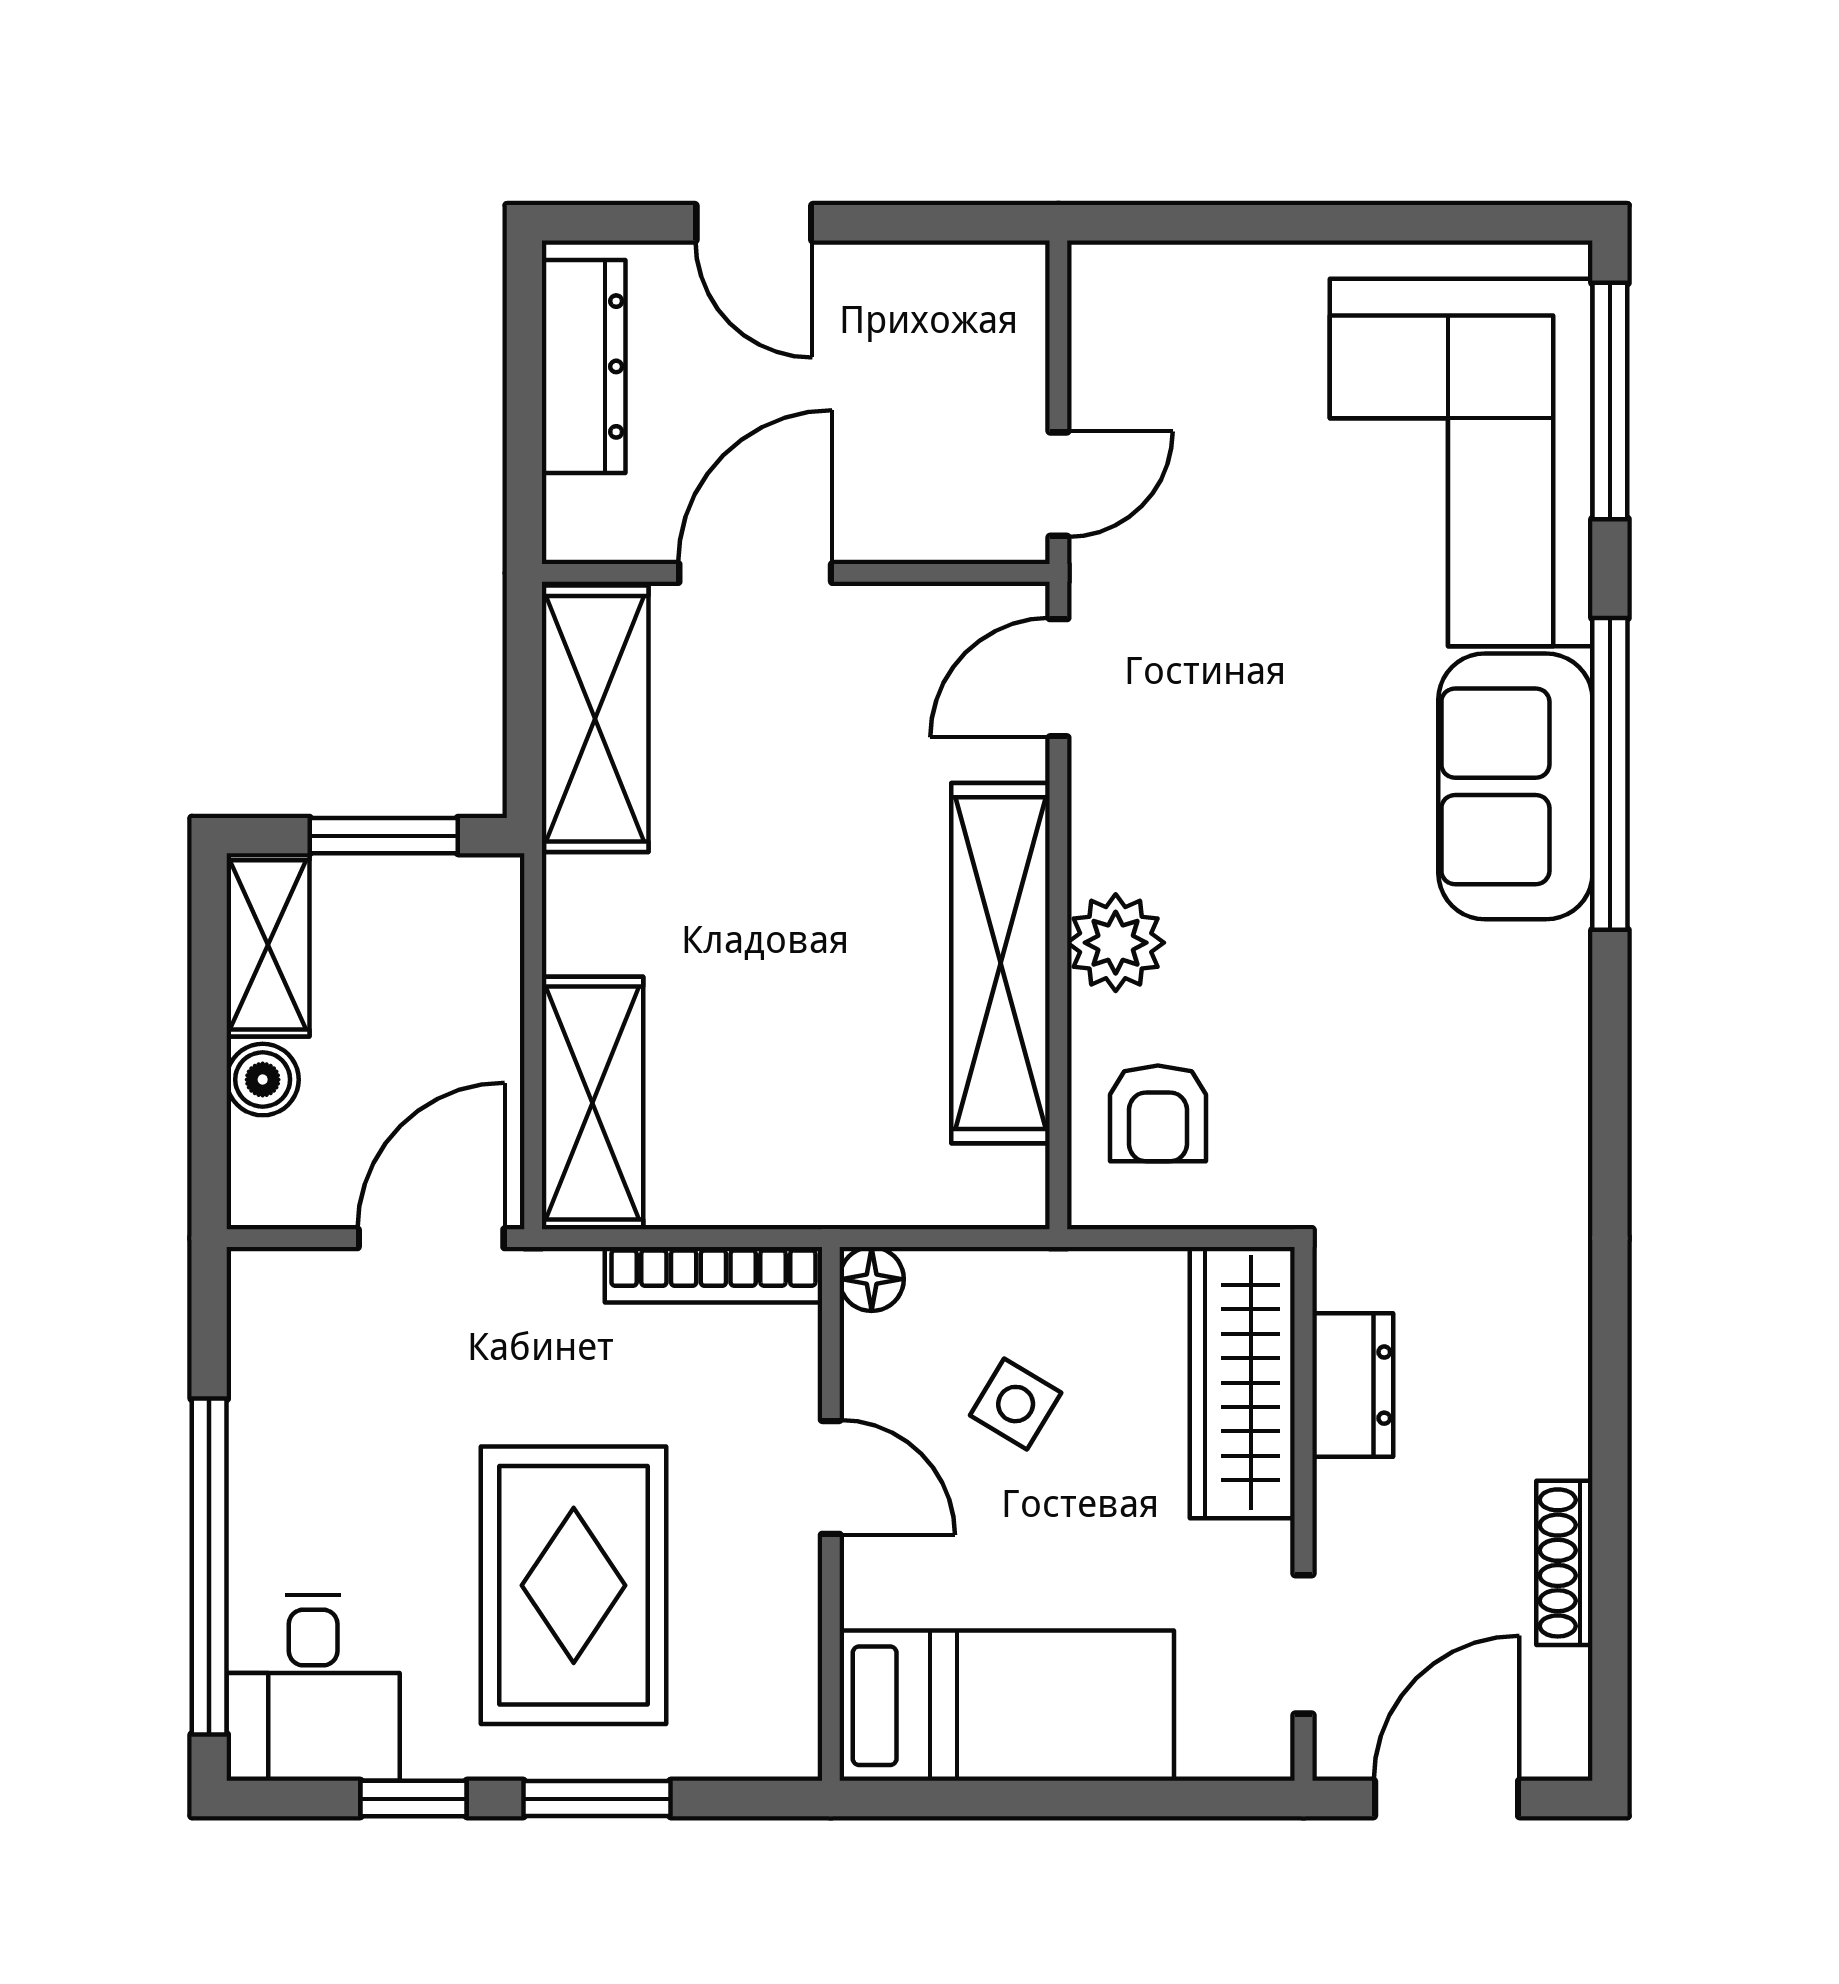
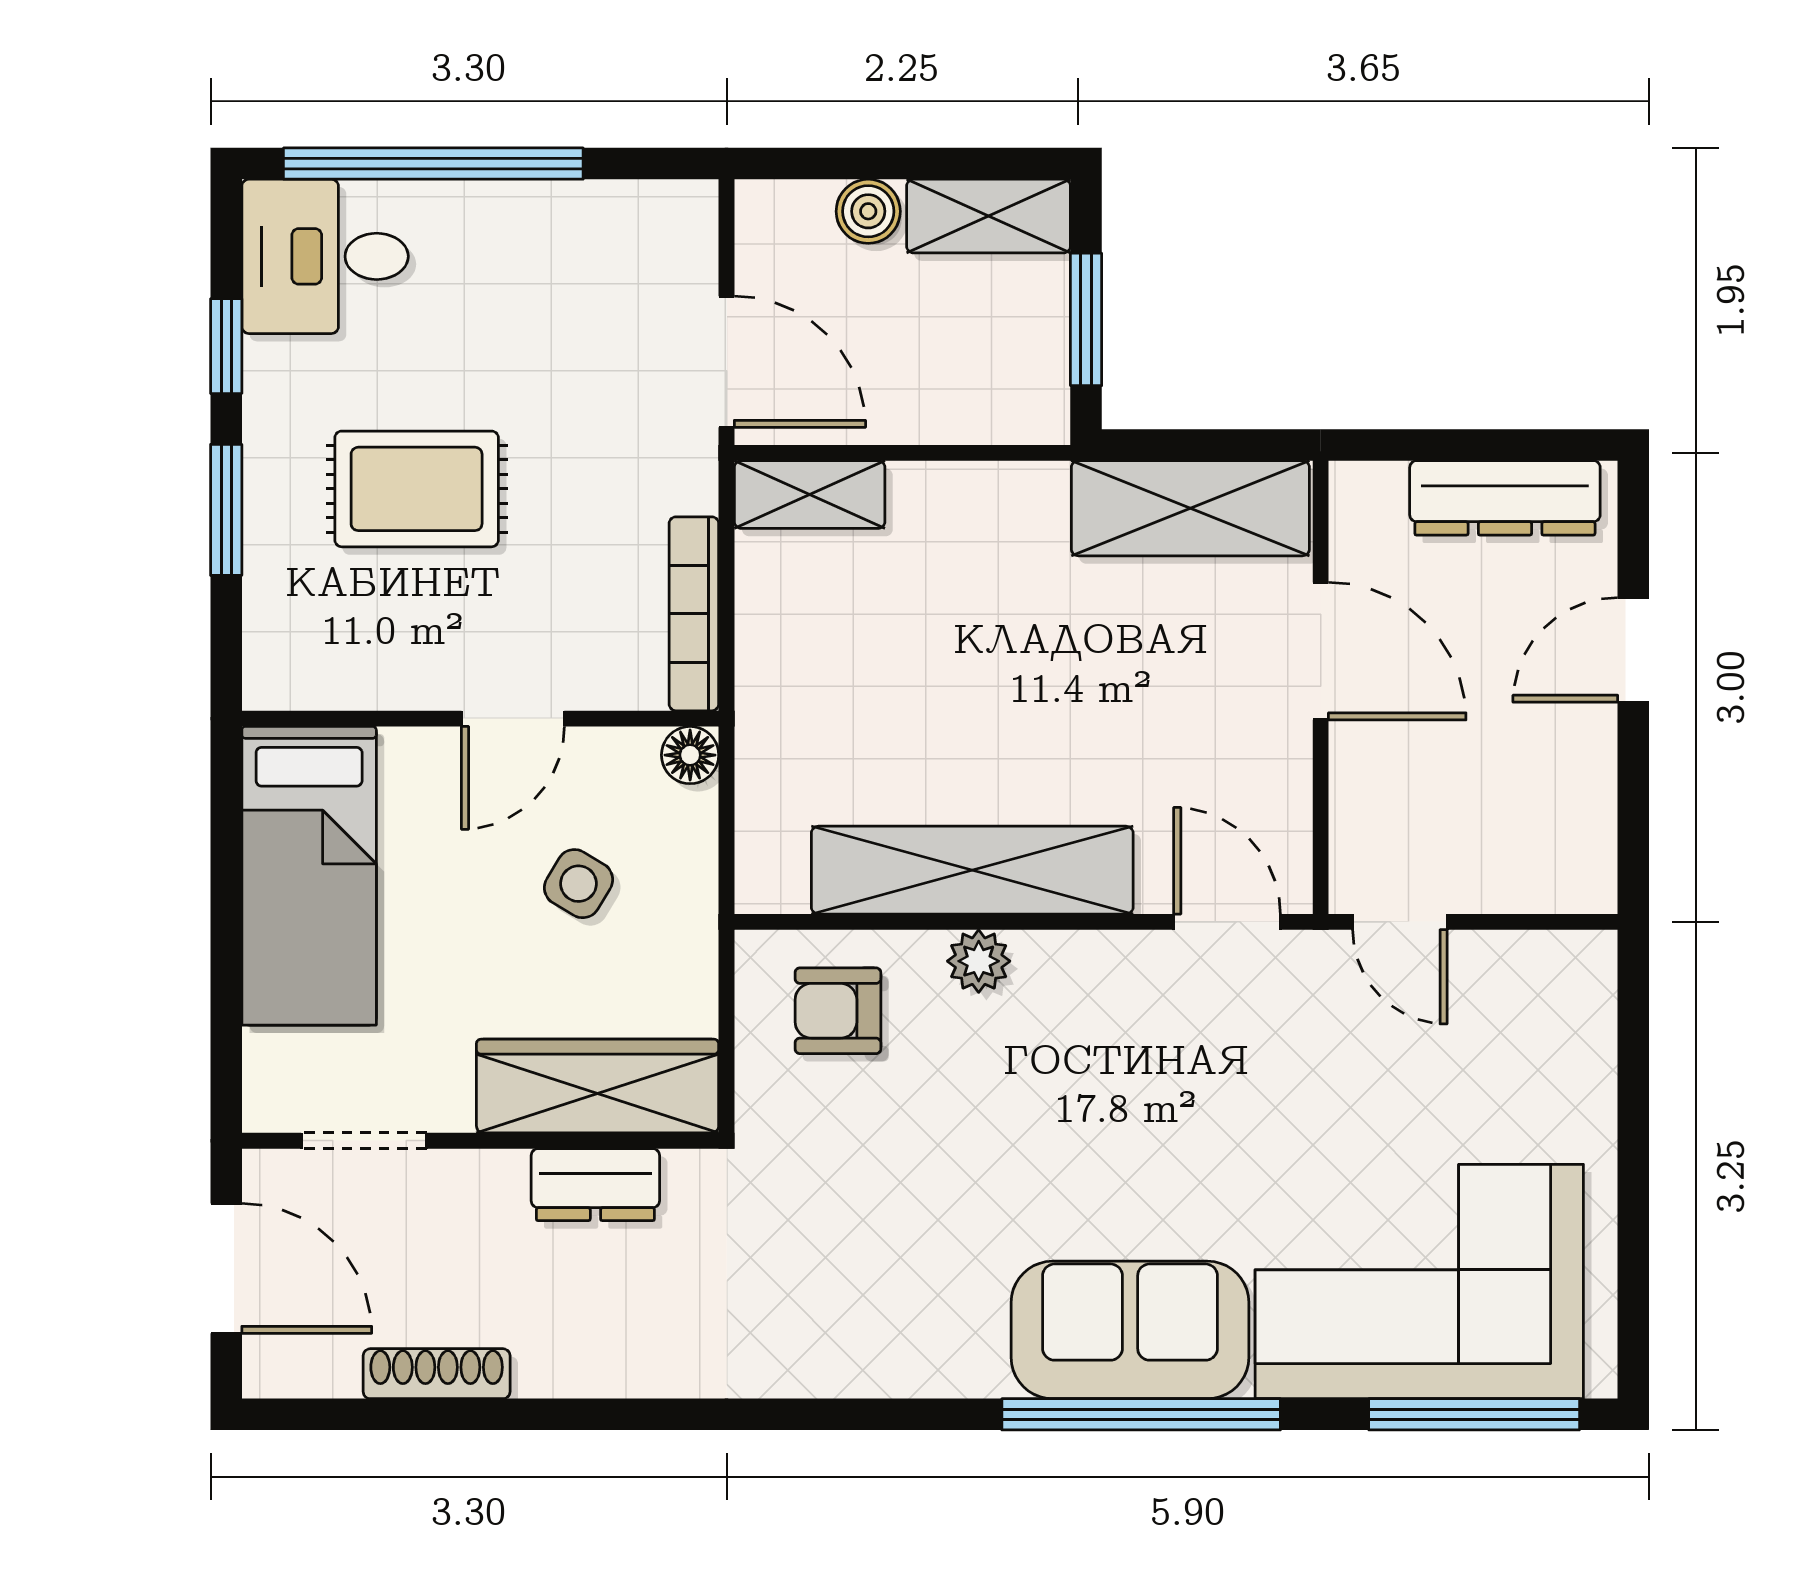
plant: (1116, 943) -> (979, 961), width x0.73, depth x0.73
shelving: (592, 1103) -> (810, 495), width x0.67, depth x0.75
rug: (574, 1585) -> (417, 489), width x0.73, depth x0.70

